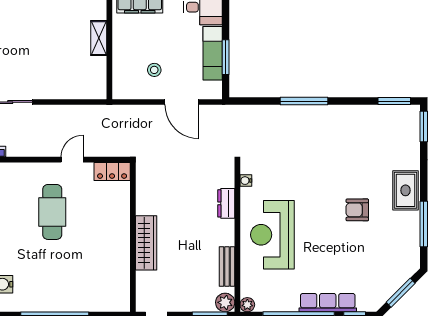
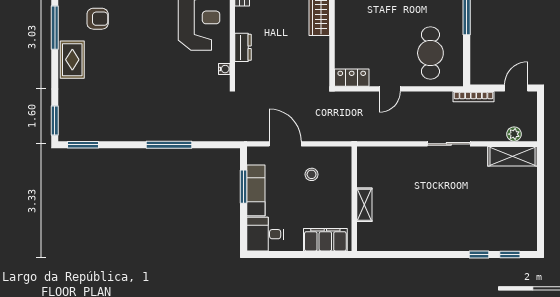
armchair: (357, 210) -> (98, 19), moved
cafe table: (52, 212) -> (430, 53), moved

